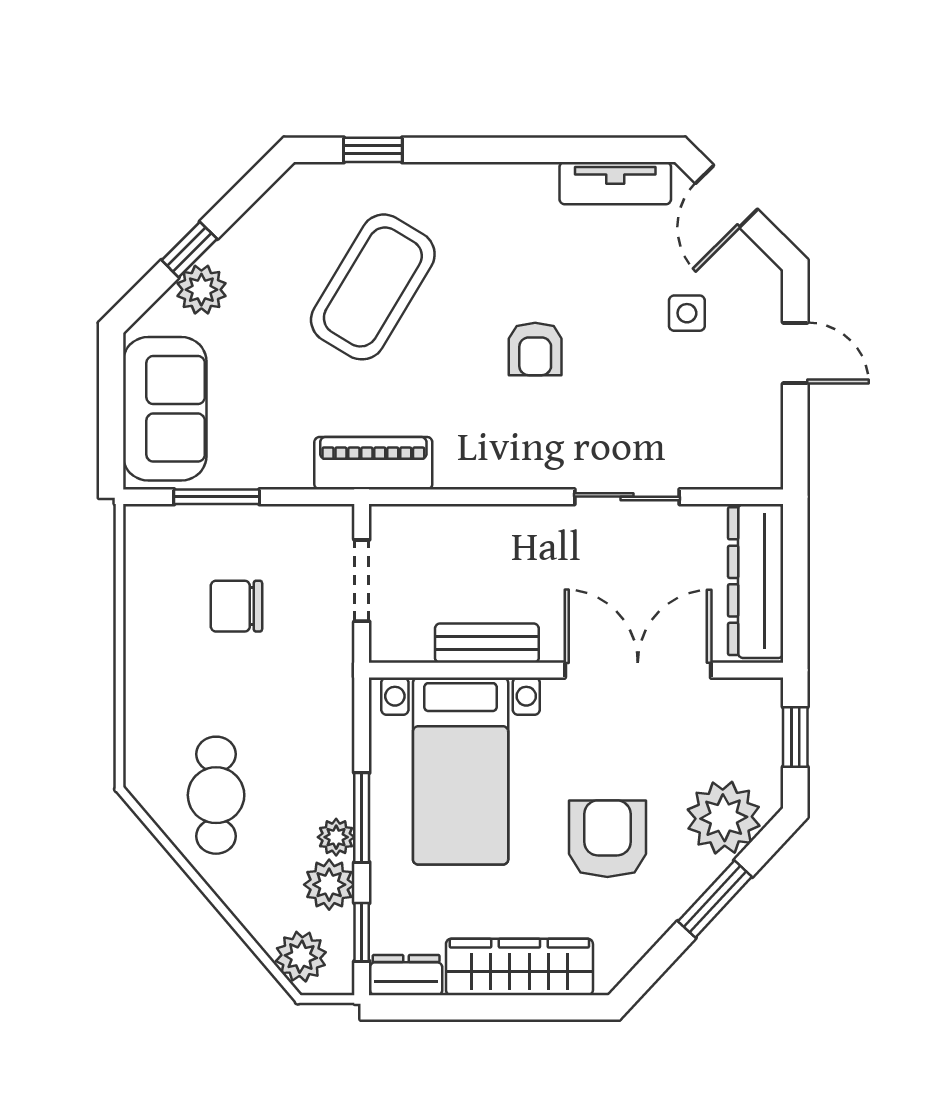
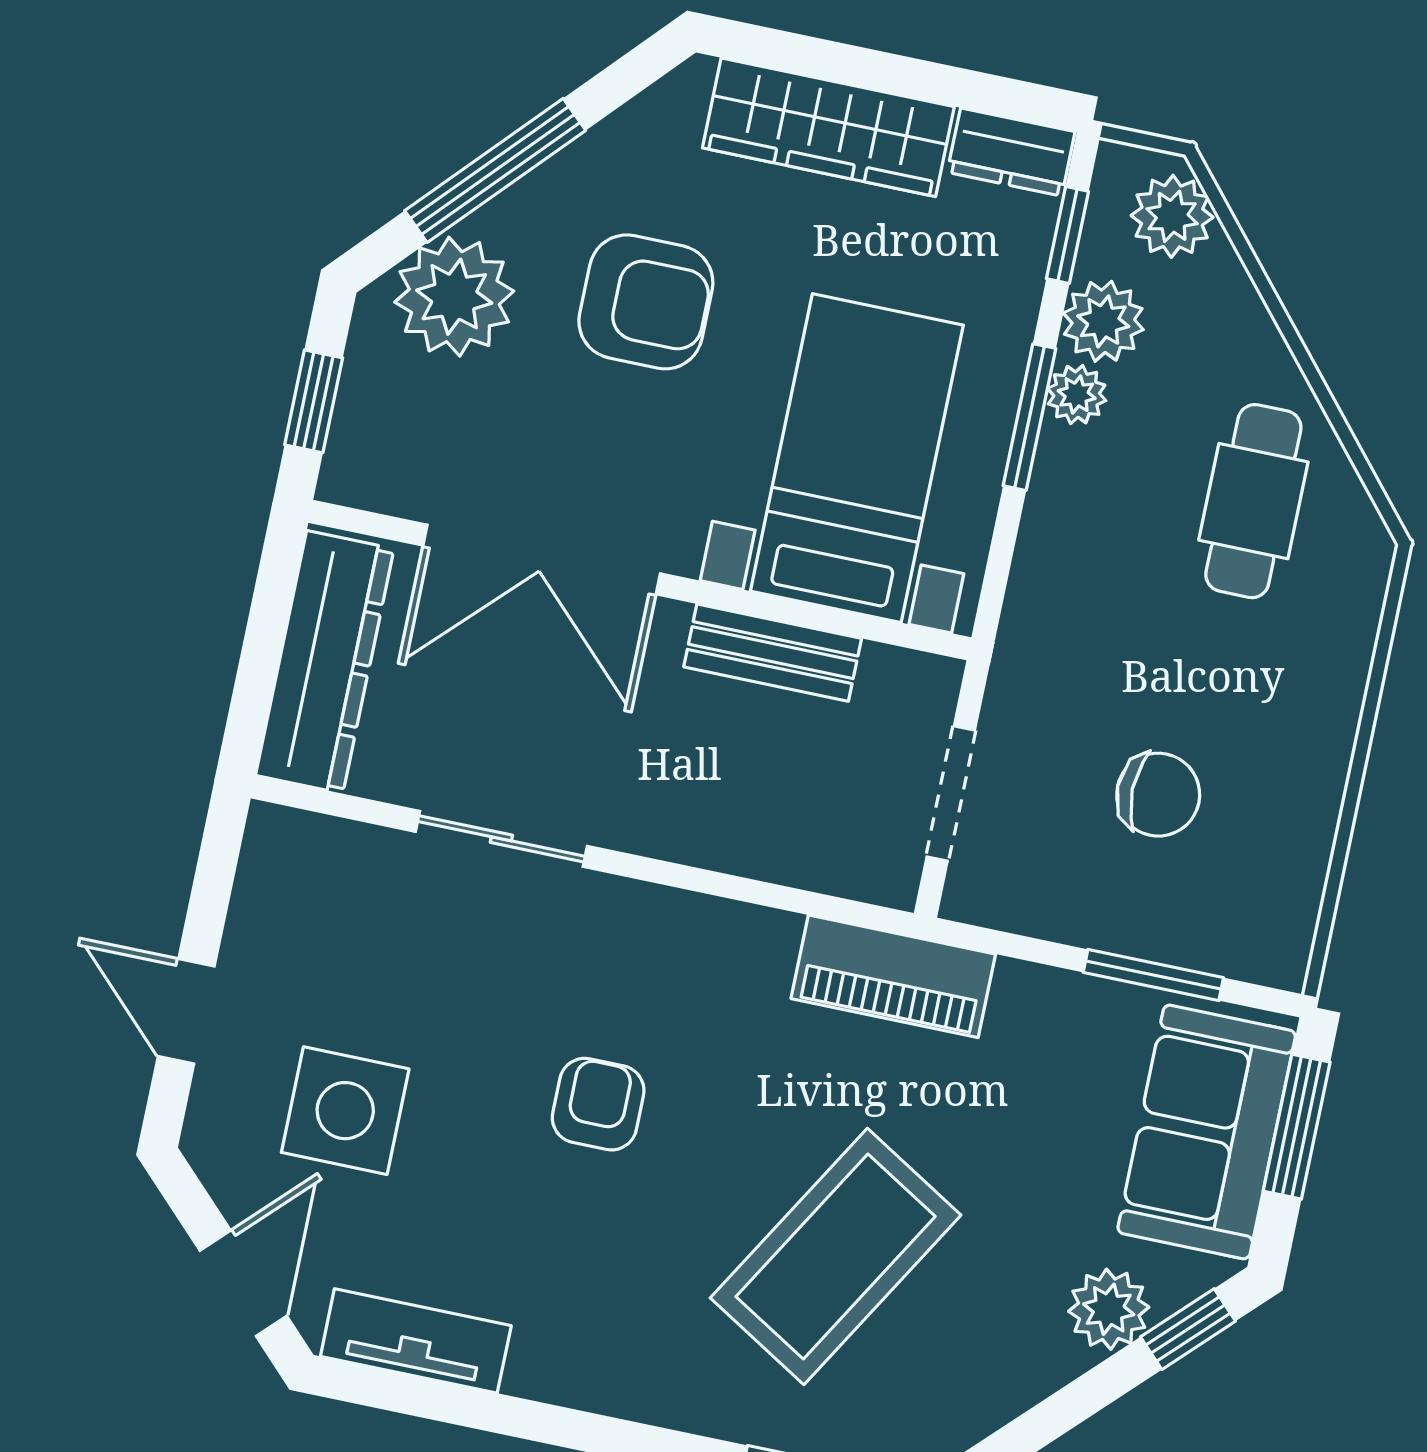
window: (189, 250) -> (1188, 1329), moved
side table: (687, 313) -> (345, 1111), width x1.87, depth x1.87
window: (111, 423) -> (1297, 1127), added
armchair: (607, 839) -> (646, 302), turned -90
window: (715, 899) -> (495, 170), width x1.44

